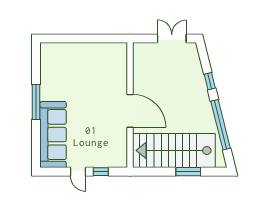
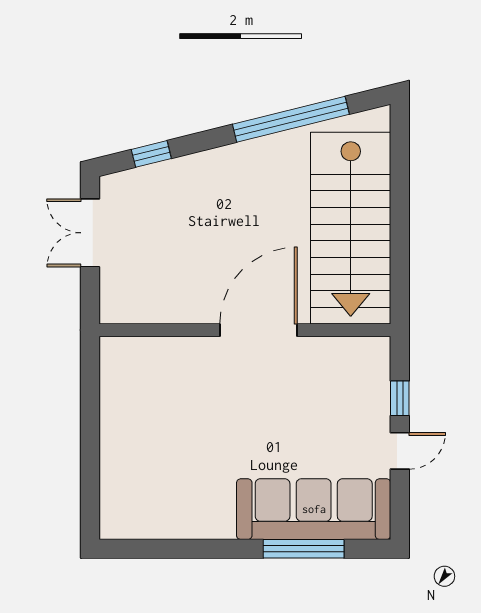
window: (210, 81) -> (151, 154), moved
window: (36, 102) -> (304, 549), moved
window: (188, 172) -> (400, 194), removed

